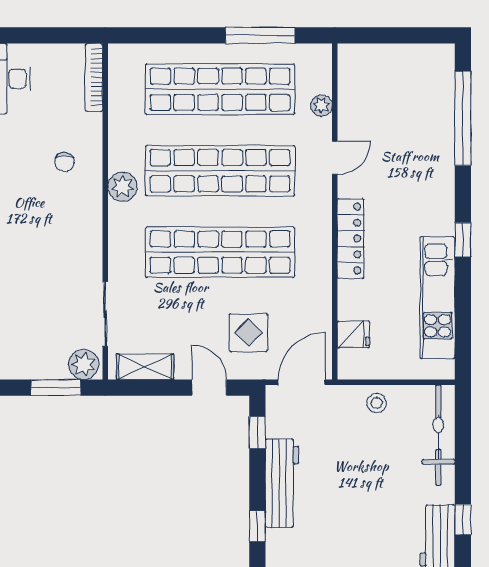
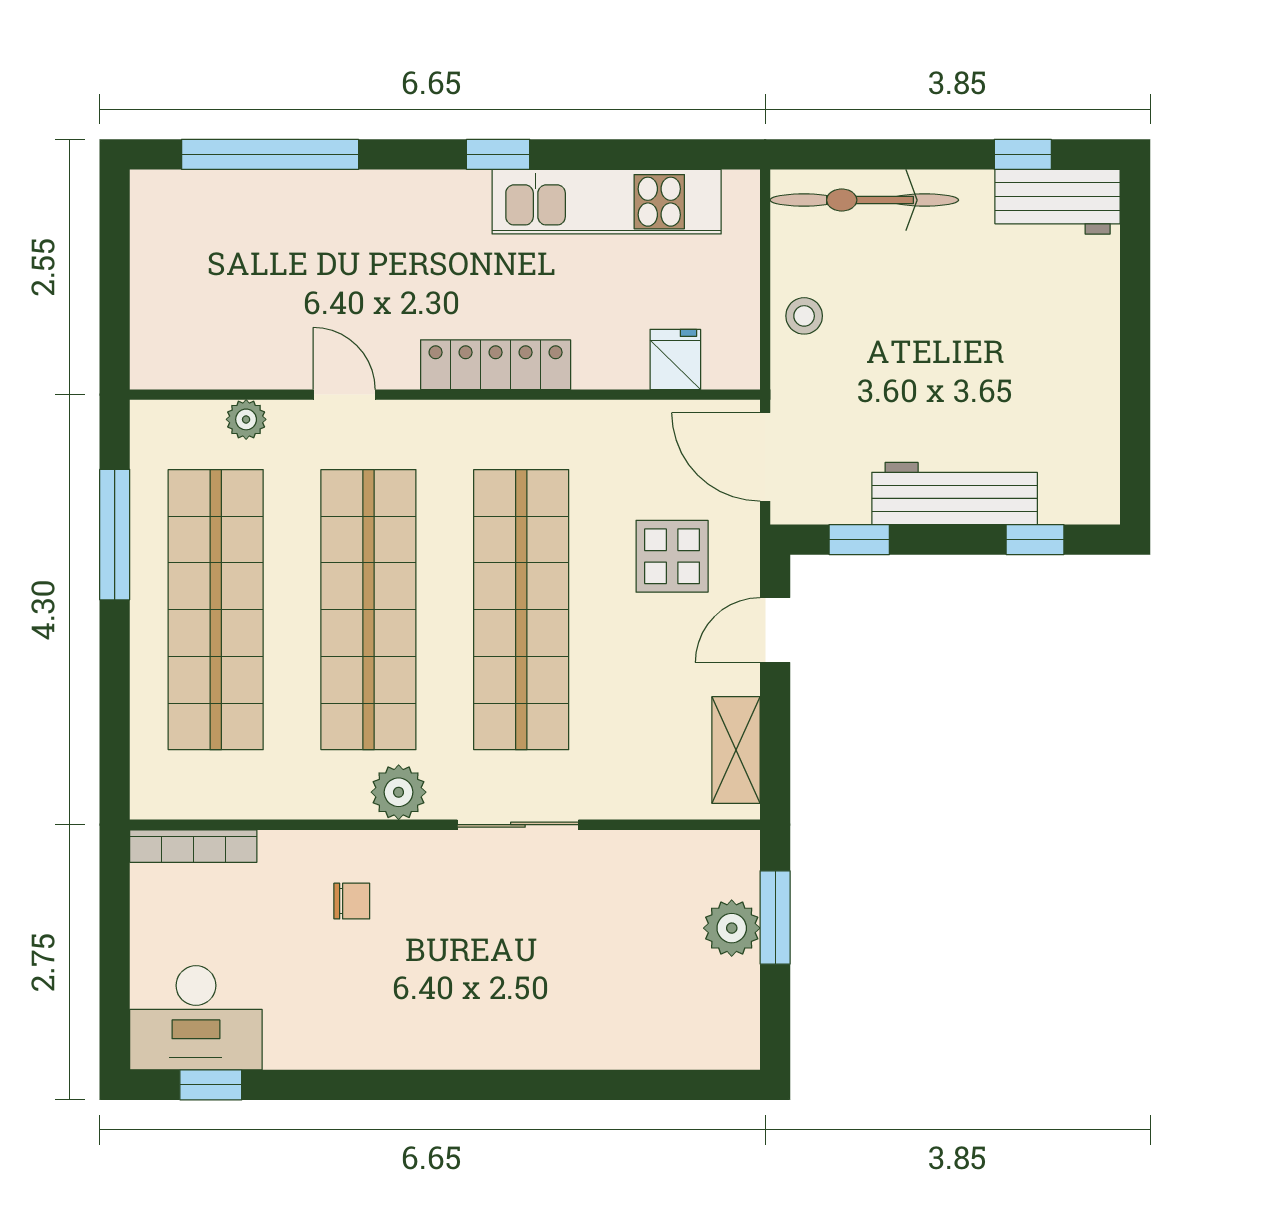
sliding door: (105, 314) -> (518, 825), moved
plant: (84, 364) -> (732, 928), moved

